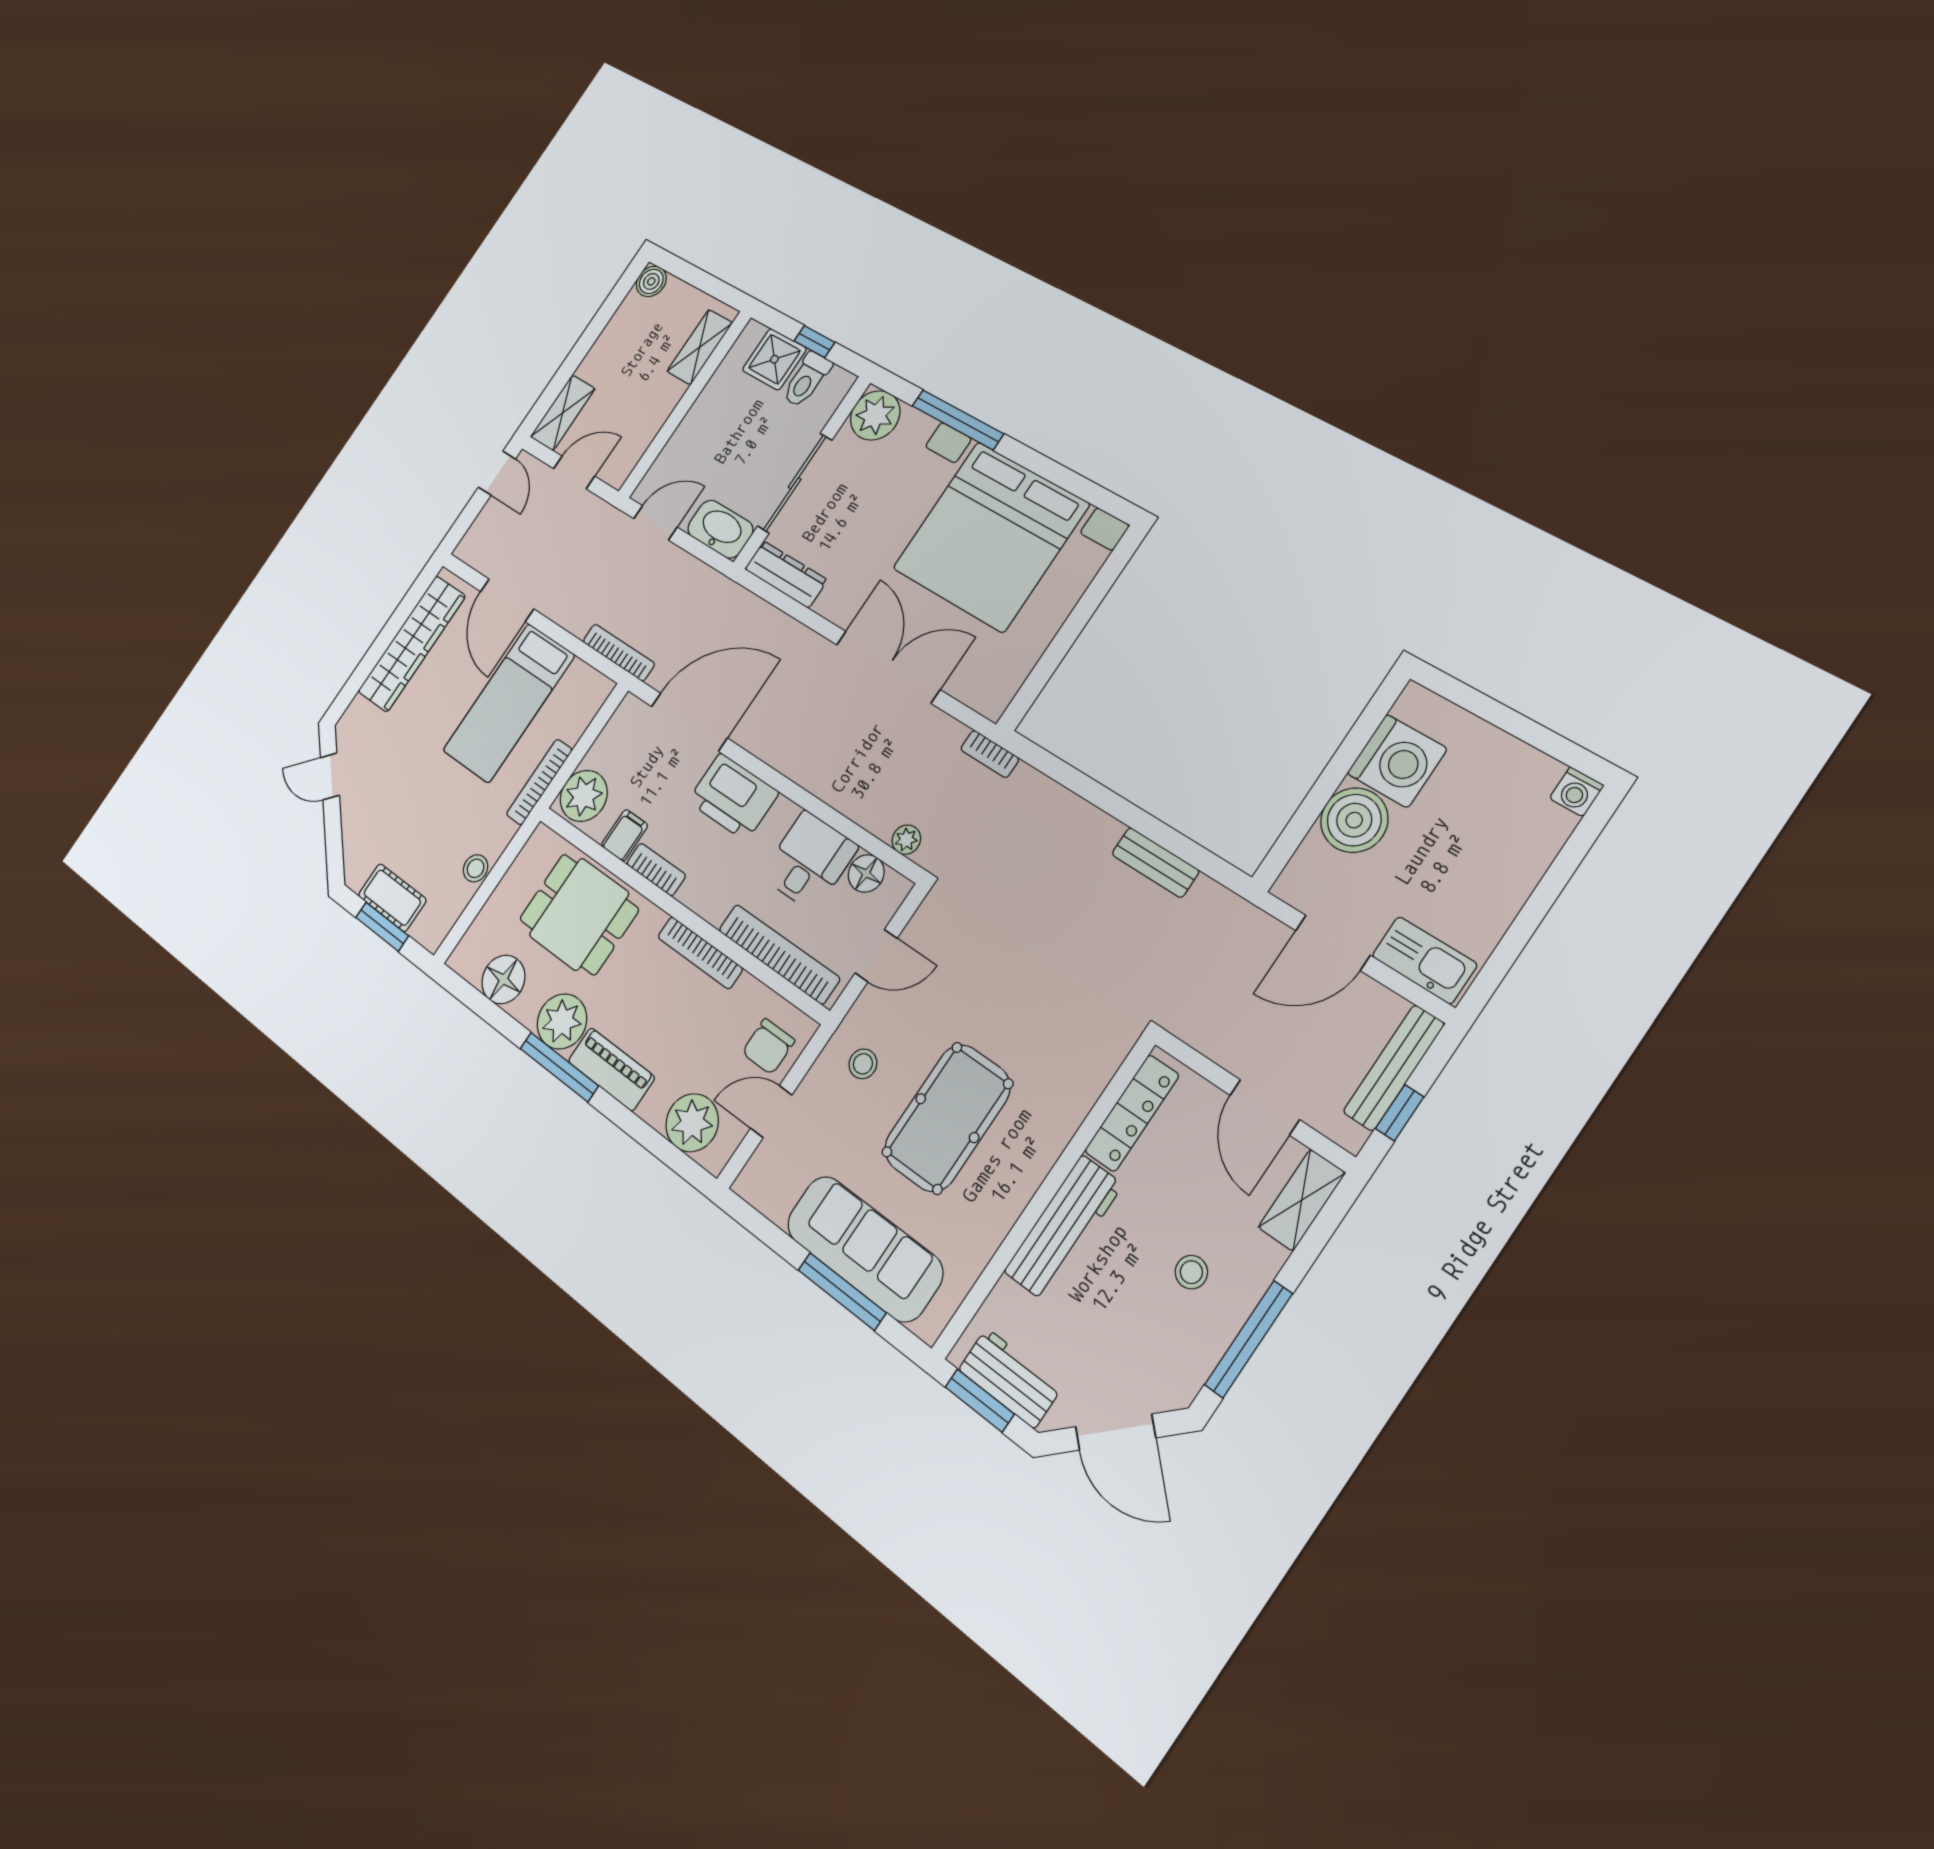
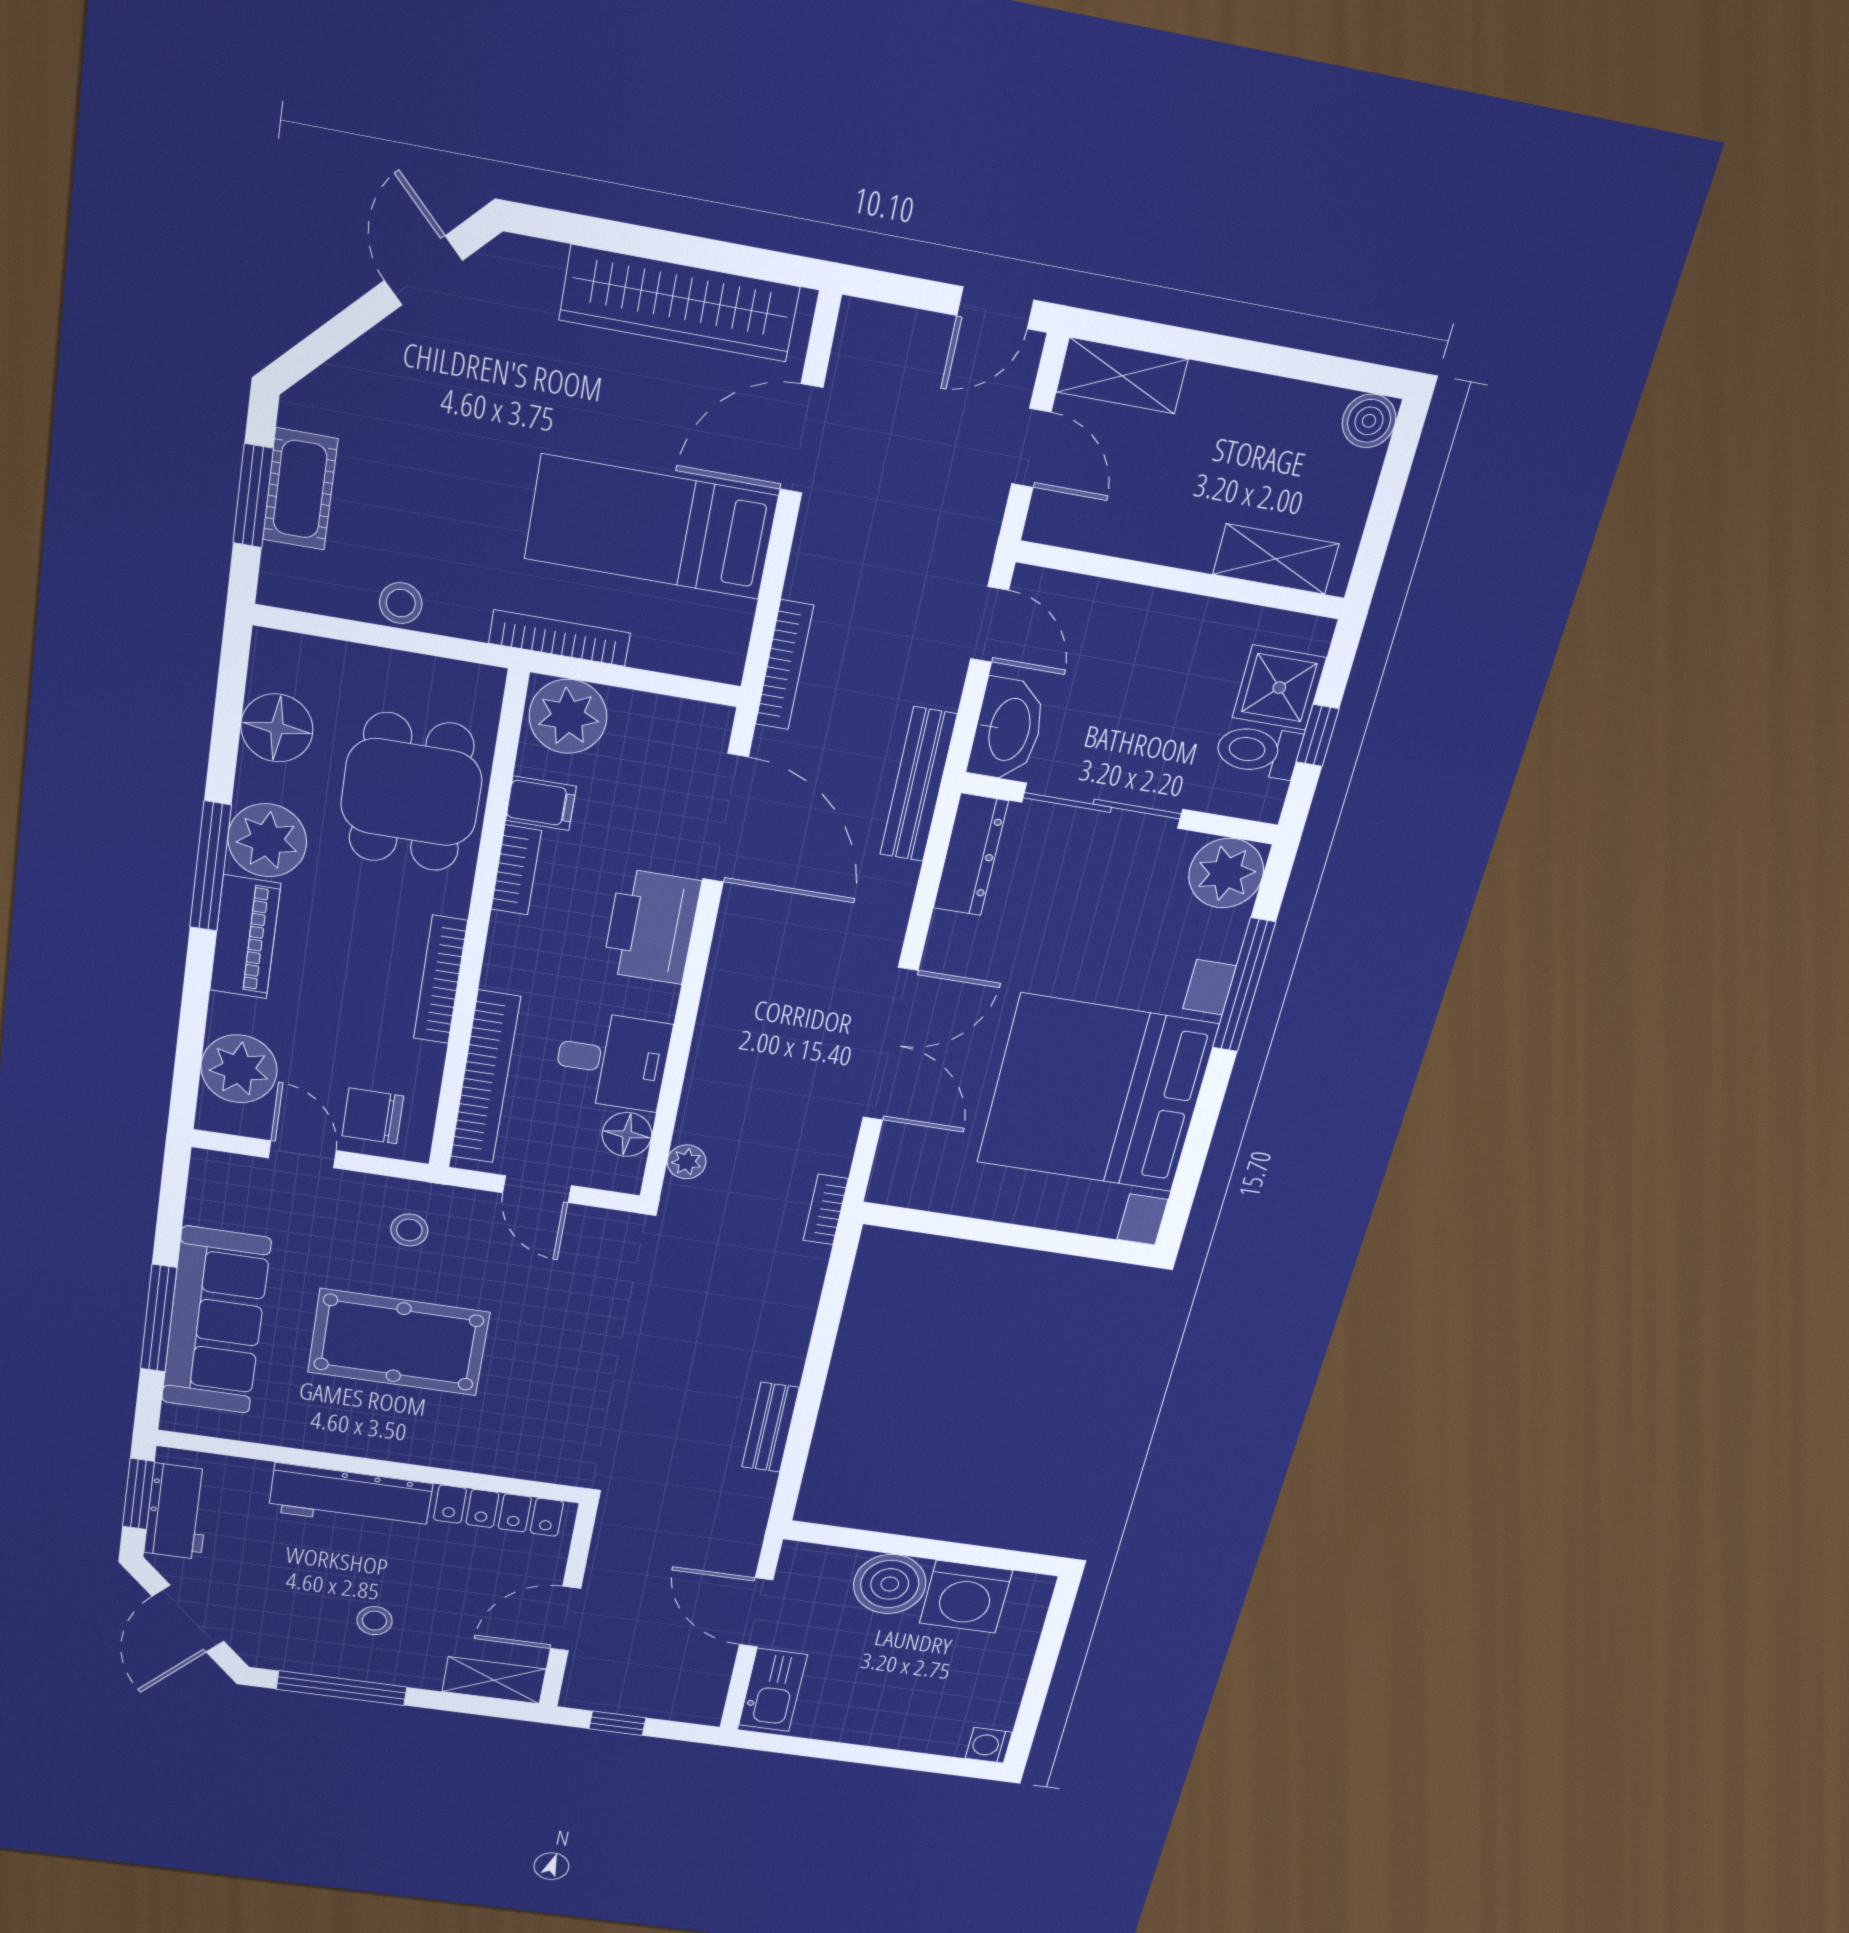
bench: (1394, 1068) -> (918, 785), moved, turned 90

